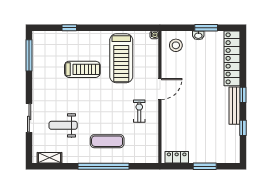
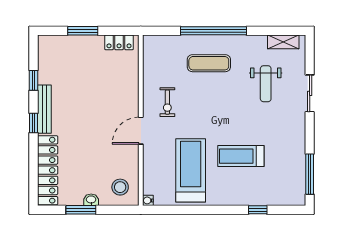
weight bench: (63, 125) -> (266, 84), turned 90

